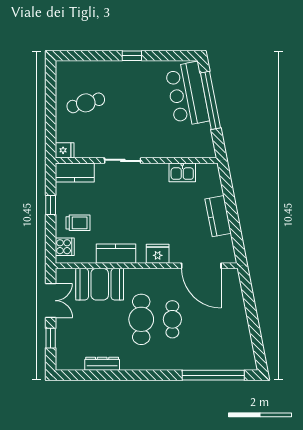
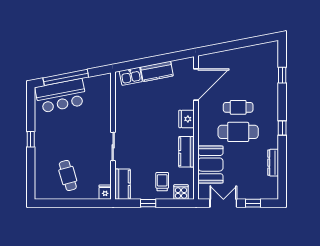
kitchen sink: (182, 172) -> (131, 76), moved, turned 79
window: (146, 375) -> (282, 128), added
window: (213, 375) -> (282, 75), width x0.32

